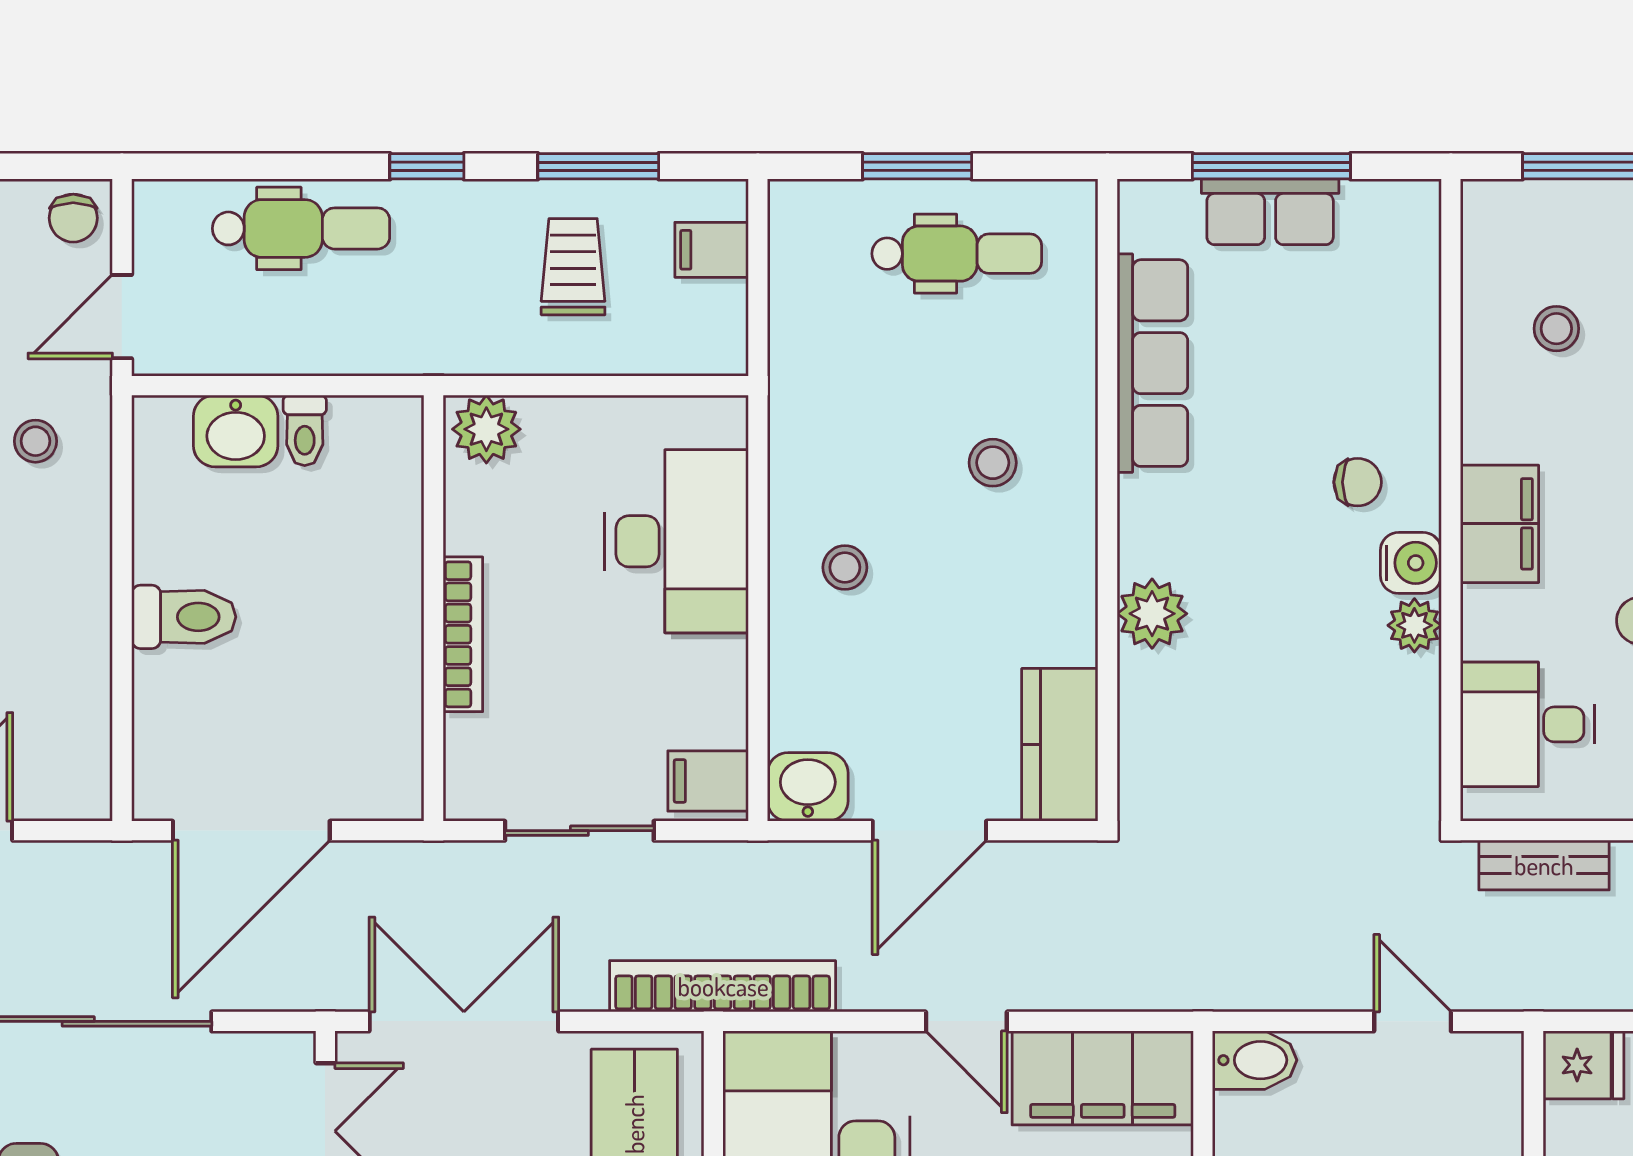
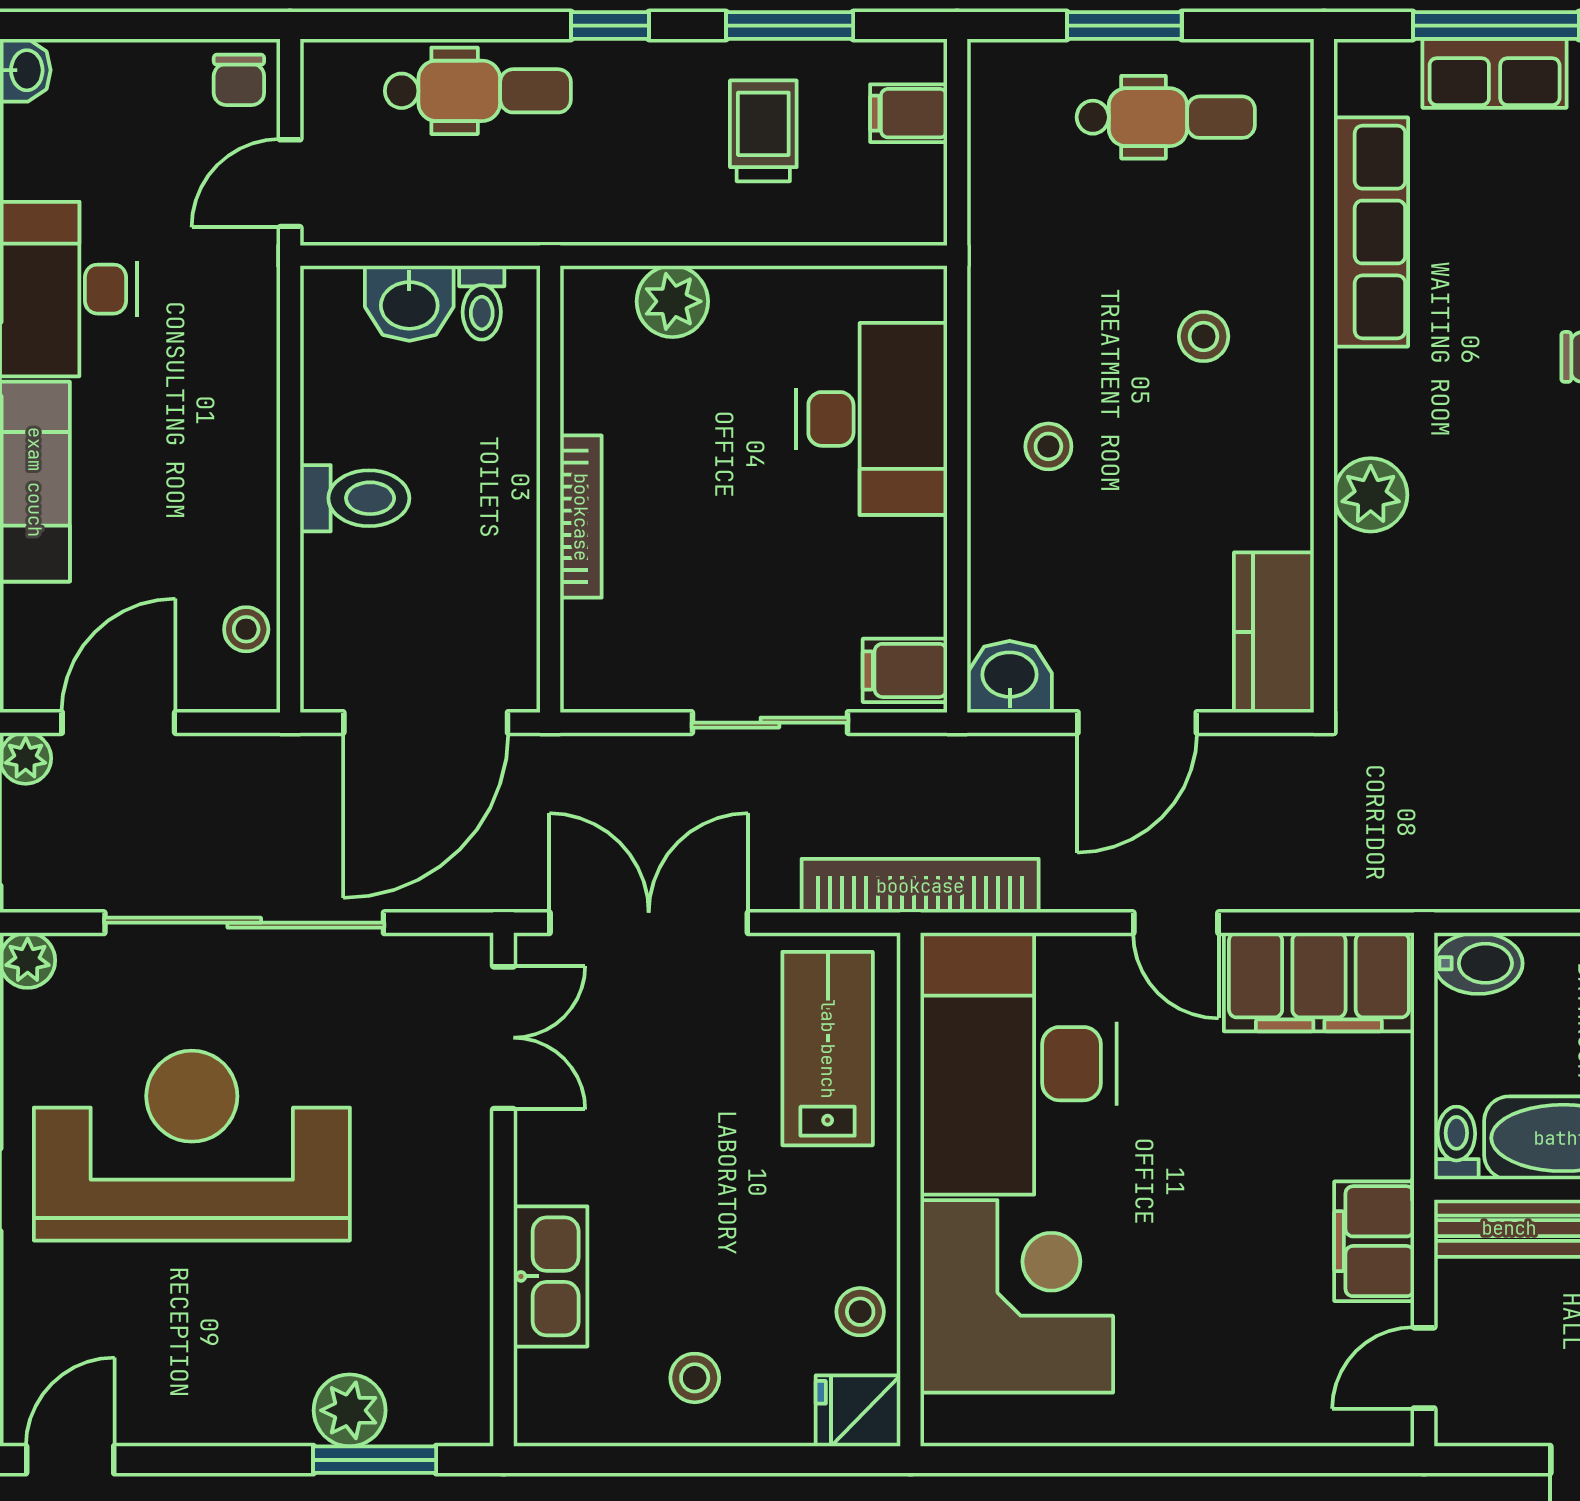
stool: (35, 441) -> (246, 629), moved
wall: (434, 608) -> (550, 489), moved
bookcase: (463, 634) -> (581, 517), moved

